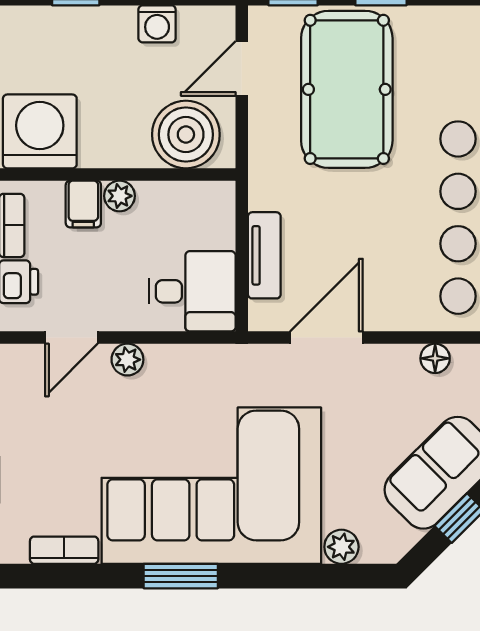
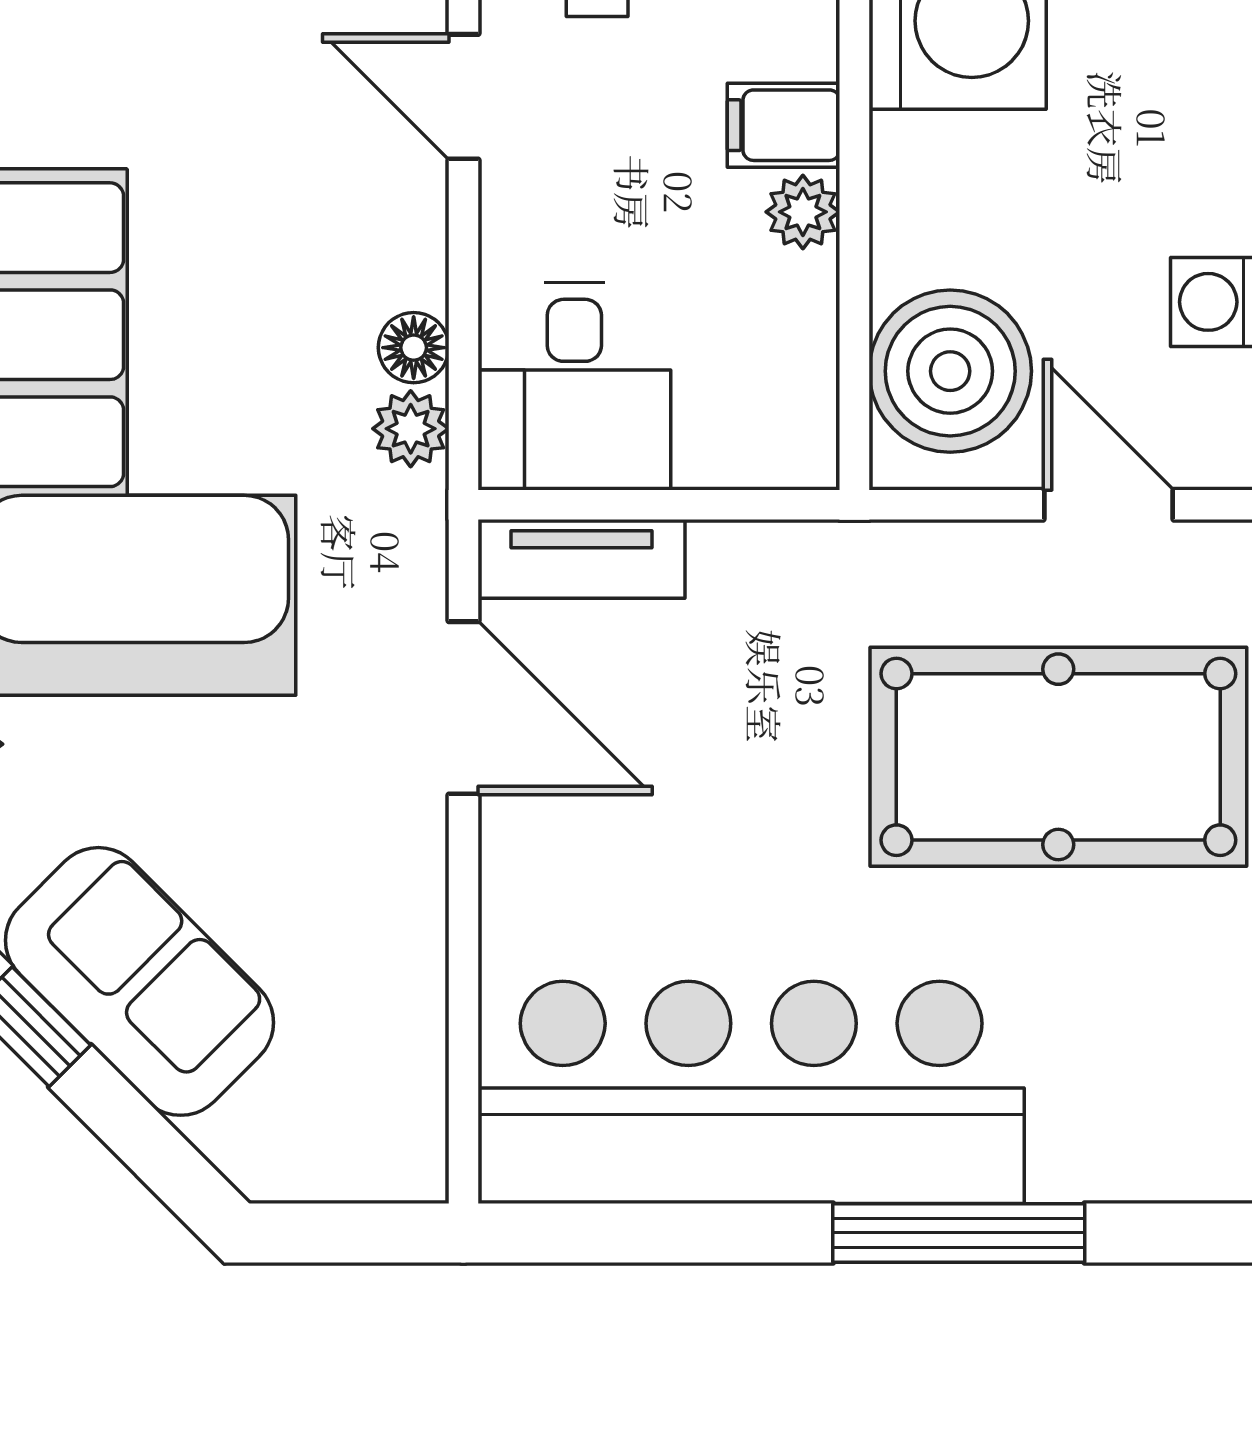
tv unit: (264, 255) -> (582, 559), moved
floor lamp: (435, 358) -> (414, 348), moved
plant: (127, 360) -> (411, 429), moved

